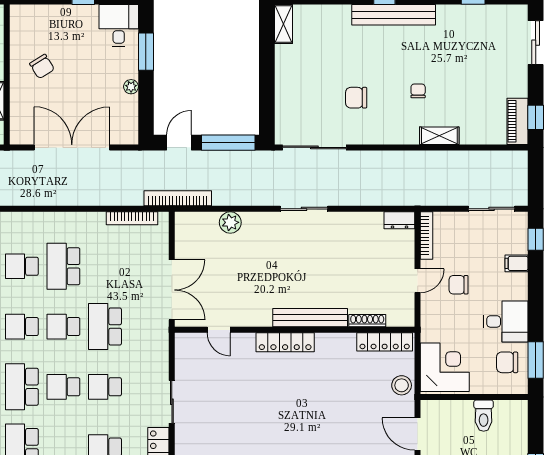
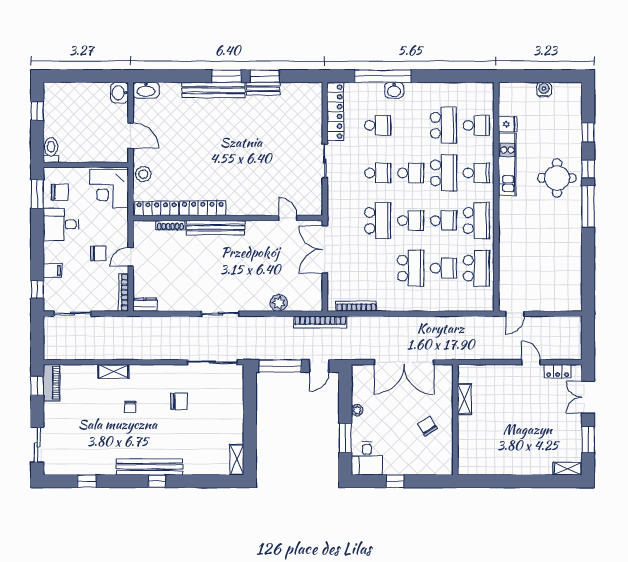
locker: (285, 342) -> (203, 208), moved
toilet: (484, 416) -> (51, 150), moved

